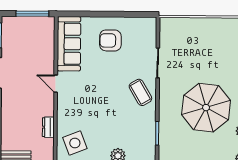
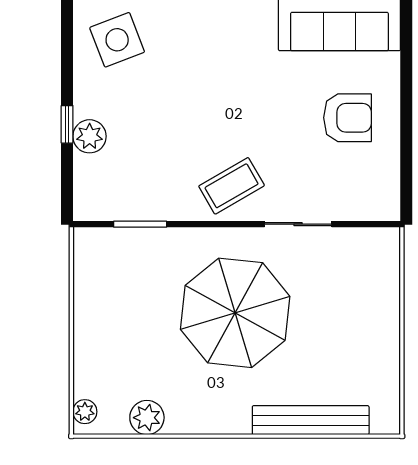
armchair: (110, 40) -> (347, 118), turned 90
parasol: (206, 108) -> (235, 313), moved

